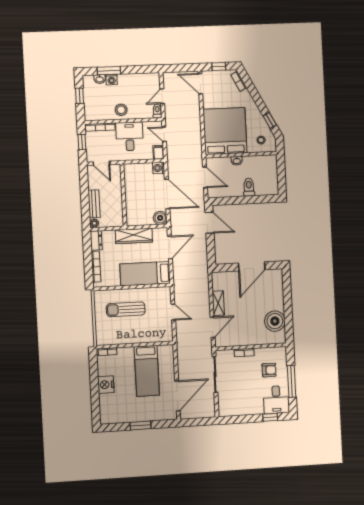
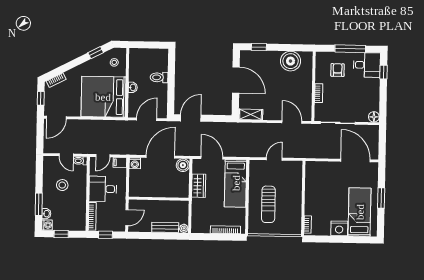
washing machine: (112, 80) -> (47, 225), moved
stool: (121, 110) -> (62, 185), moved
wardrobe: (134, 236) -> (199, 186), width x0.67
dresser: (96, 240) -> (200, 228), removed
window: (287, 288) -> (259, 47), added
shelving: (218, 303) -> (251, 114), moved
bed: (147, 371) -> (360, 212), moved, turned -90
floor lamp: (224, 411) -> (374, 117), added

